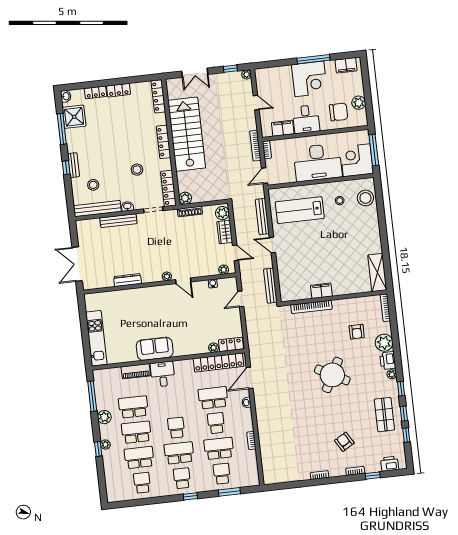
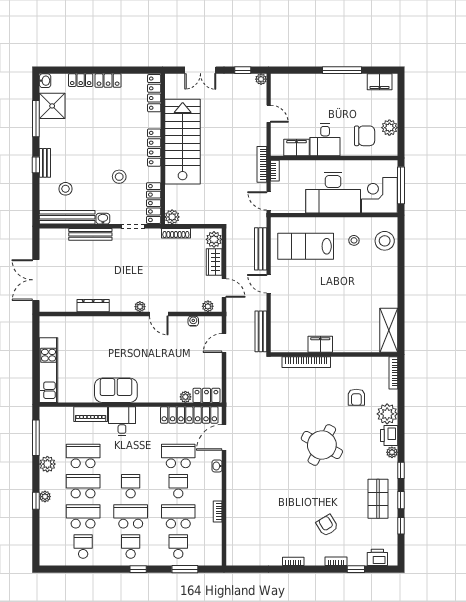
corner desk: (309, 79) -> (335, 93), removed
door: (264, 176) -> (269, 201), hinge flipped

